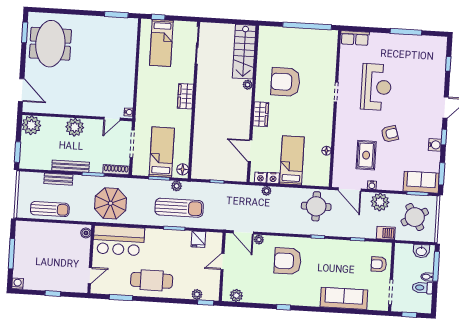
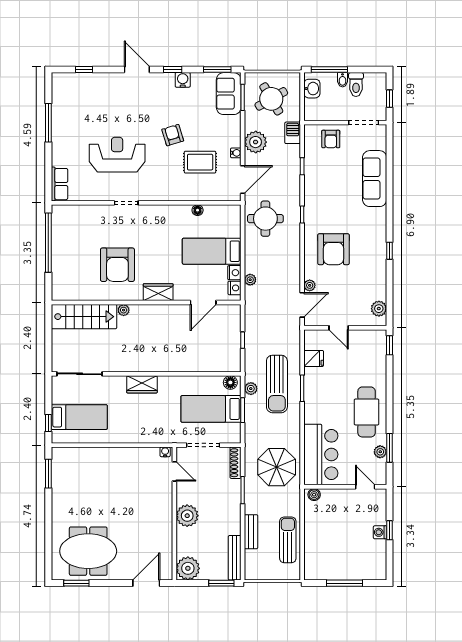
bench: (71, 166) -> (235, 558), moved
sun lounger: (179, 208) -> (277, 384), turned 180
washing machine: (18, 284) -> (380, 532), moved
plant: (197, 294) -> (380, 452), moved

